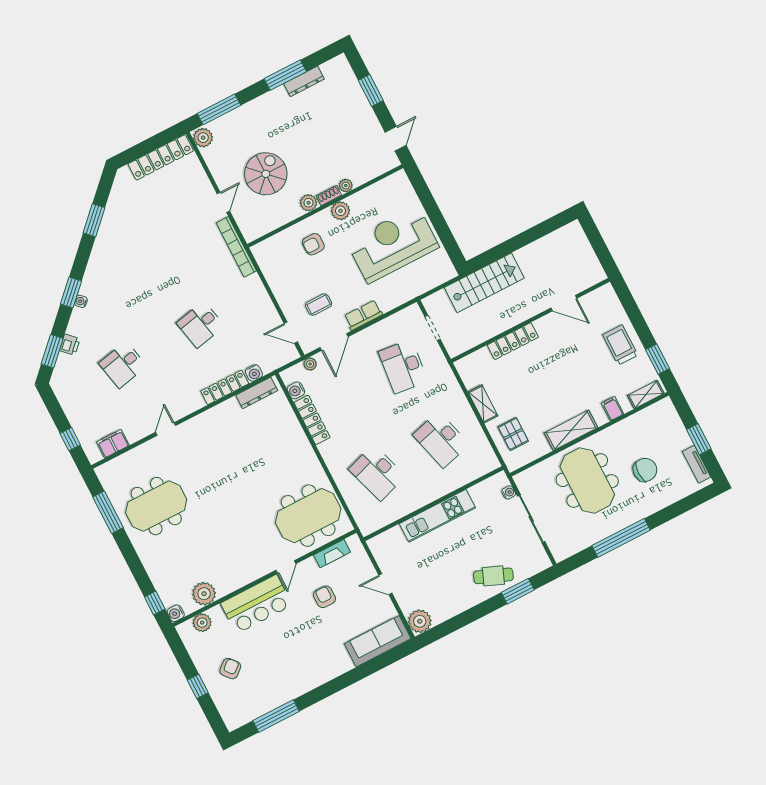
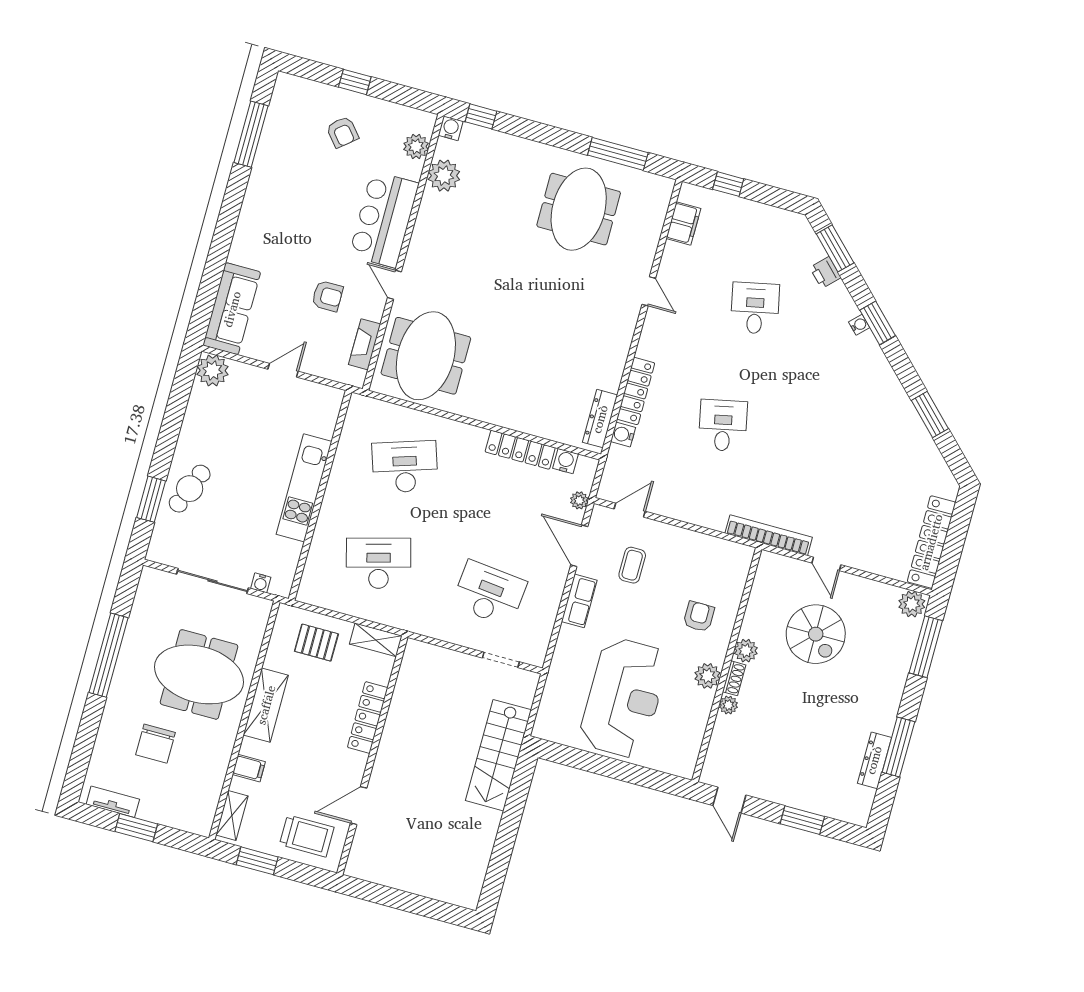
door: (564, 303) -> (359, 806), moved
wall: (530, 320) -> (372, 755), moved
locker: (513, 341) -> (368, 717), moved

